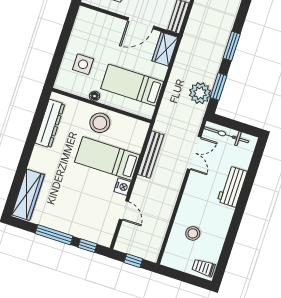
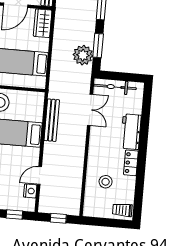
nightstand: (123, 187) -> (30, 191), moved
door: (124, 210) -> (39, 175), swing flipped
locker: (224, 220) -> (131, 163), added

